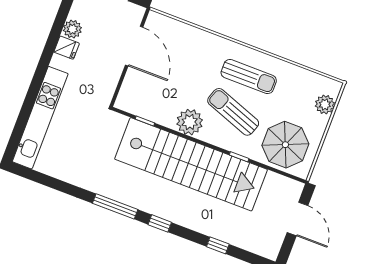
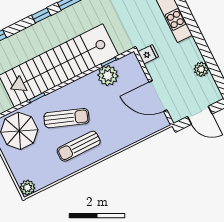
fridge: (67, 48) -> (148, 54), moved, turned 180
plant: (325, 105) -> (27, 188), moved
plant: (190, 122) -> (108, 76), moved

